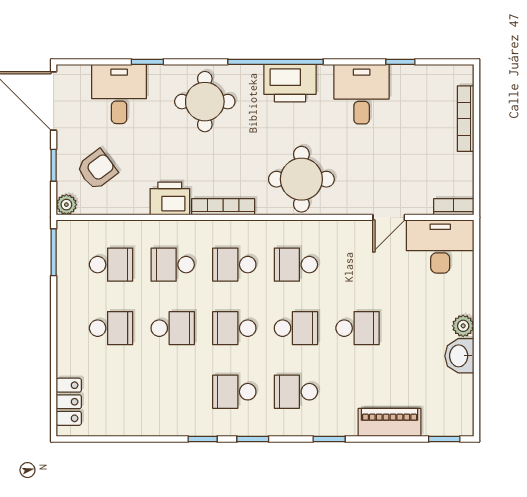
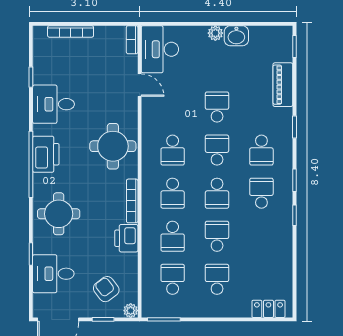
school desk: (234, 392) -> (261, 193), turned 180

